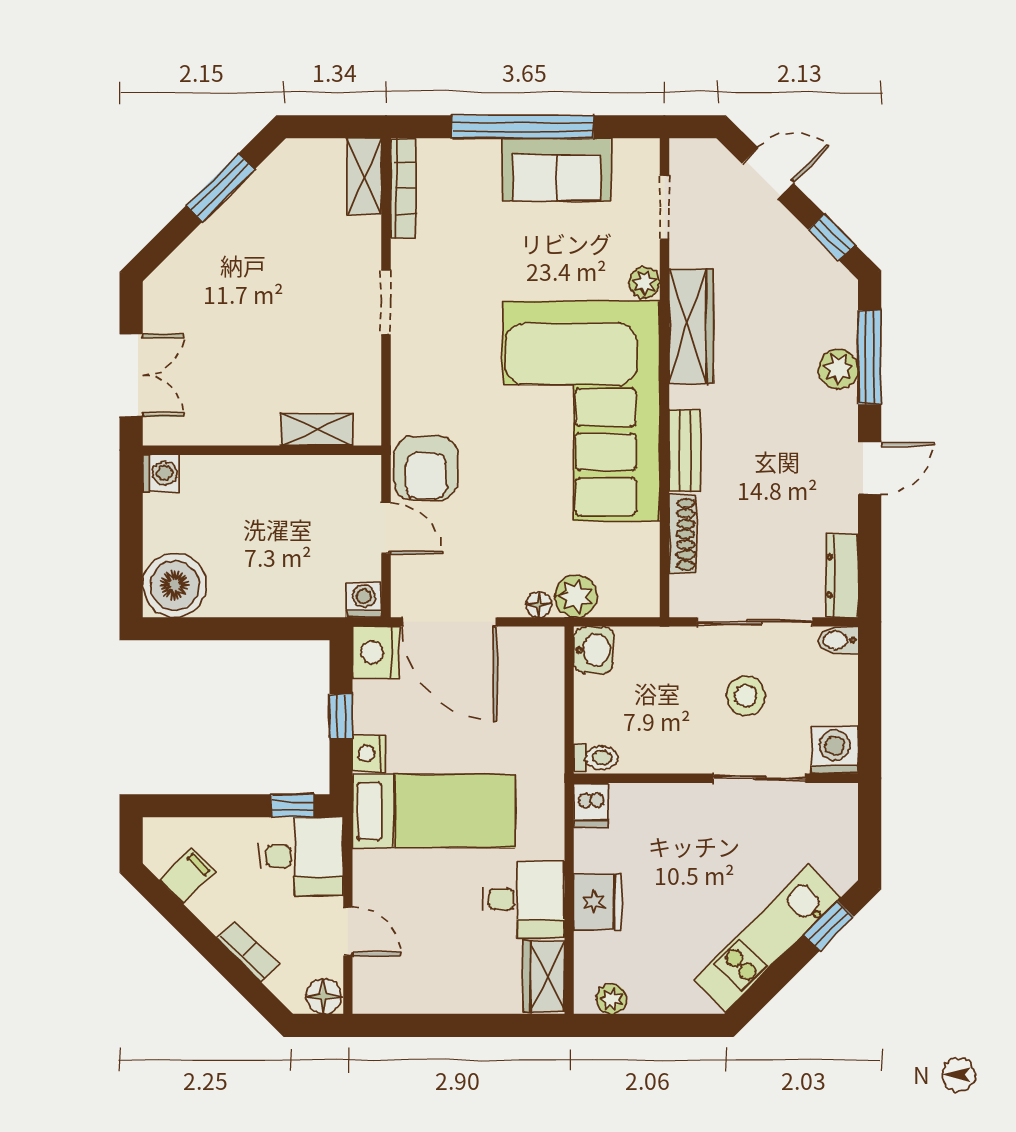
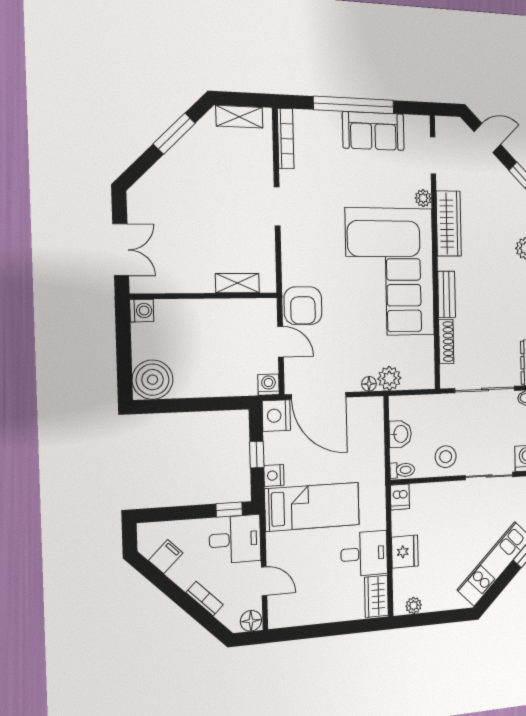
shelving: (364, 176) -> (239, 117), moved, turned 90
washbasin: (594, 650) -> (400, 434), moved
stool: (746, 696) -> (446, 457), moved

